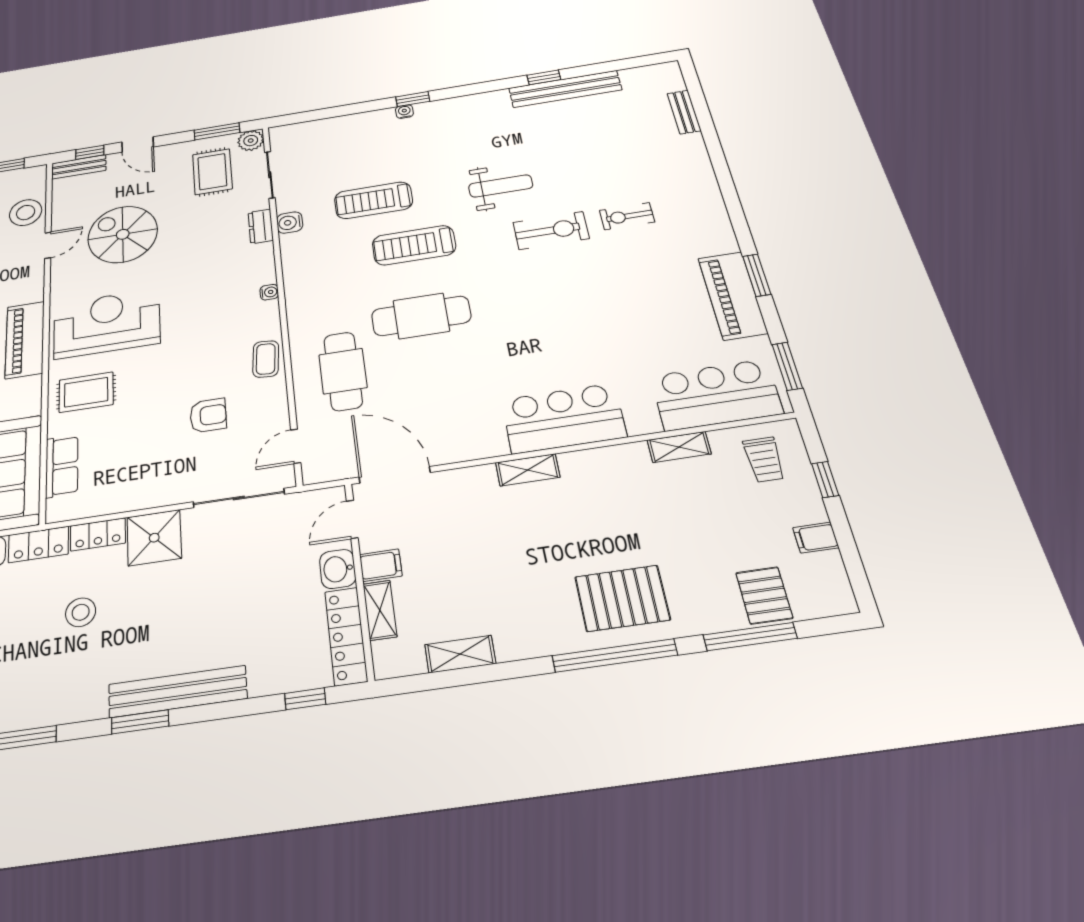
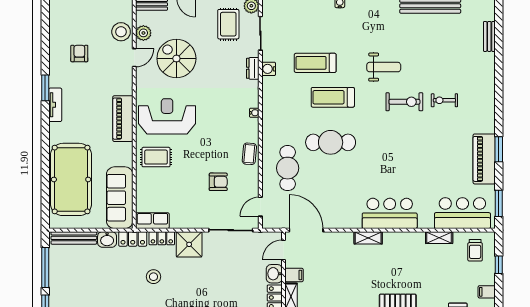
plant: (64, 208) -> (143, 33), added
row of seats: (62, 466) -> (152, 221), moved, turned -90

